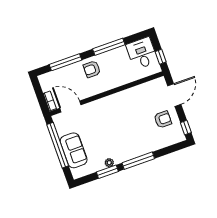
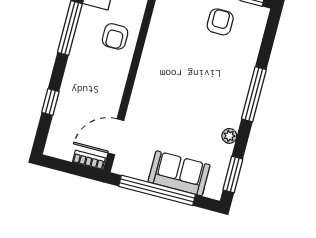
window: (65, 62) -> (50, 102), width x0.46
armchair: (92, 69) -> (115, 36), moved
window: (107, 172) -> (233, 174), moved

